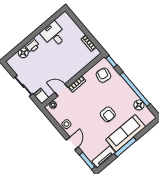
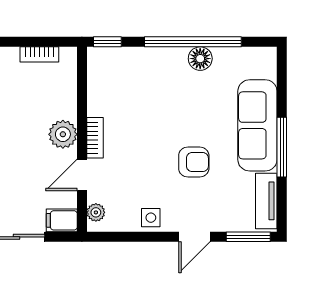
plant: (69, 73) -> (63, 134), added
armchair: (103, 75) -> (120, 77), removed
floor lamp: (139, 105) -> (200, 59), moved
armchair: (108, 114) -> (194, 162), moved
door: (72, 144) -> (195, 237), swing flipped

